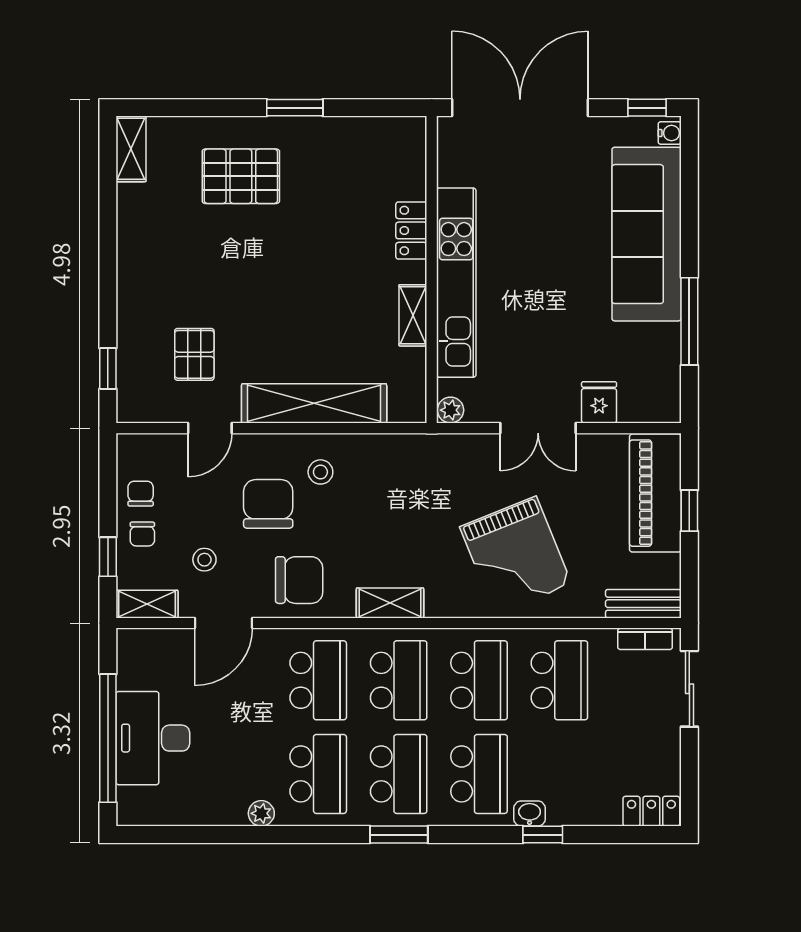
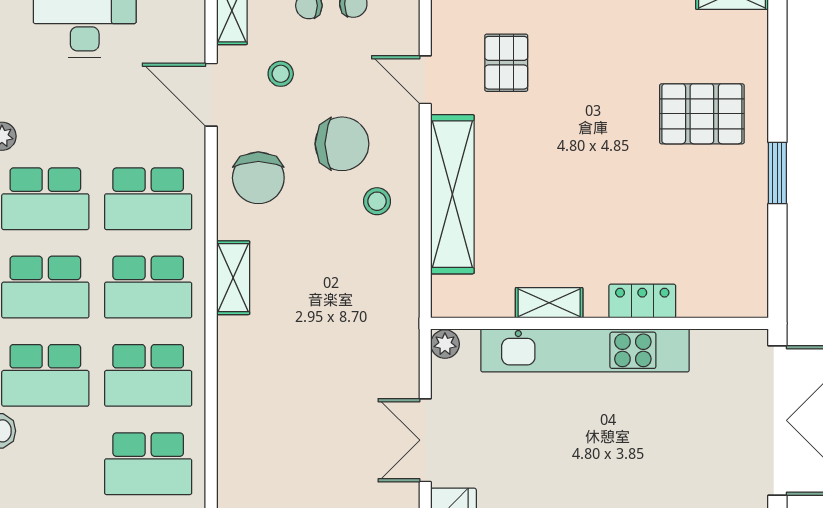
pallet: (241, 176) -> (702, 114), turned 90
pallet: (194, 354) -> (506, 63), turned 90
grand piano: (516, 555) -> (285, 416), removed

